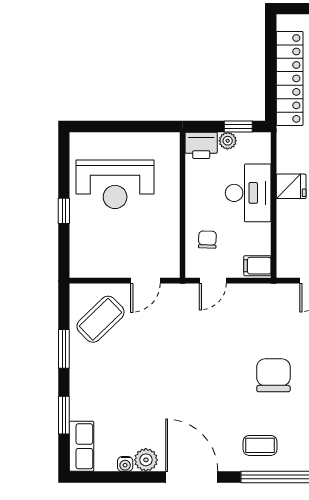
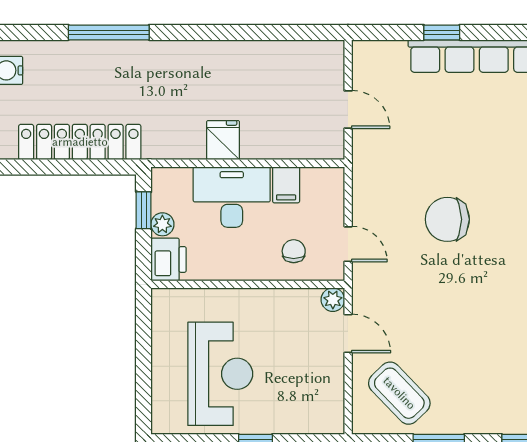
chair: (207, 240) -> (294, 251), turned 88
filing cabinet: (257, 266) -> (286, 185), moved
plant: (171, 269) -> (333, 300), added
chair: (273, 375) -> (447, 219), moved

